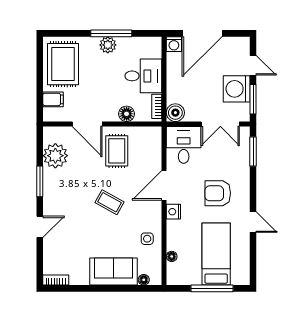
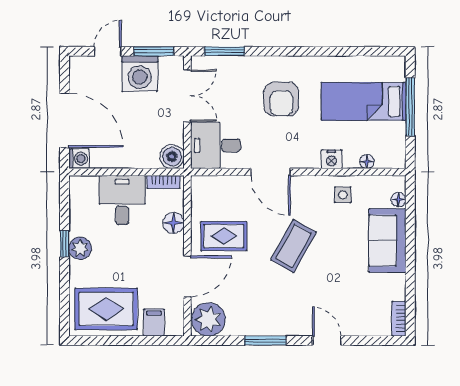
window: (111, 33) -> (65, 244), width x0.46
plant: (55, 156) -> (208, 319), moved
coffee table: (109, 202) -> (293, 246), width x1.36, depth x1.30
nightstand: (173, 212) -> (332, 159), moved
door: (253, 222) -> (320, 51), removed

